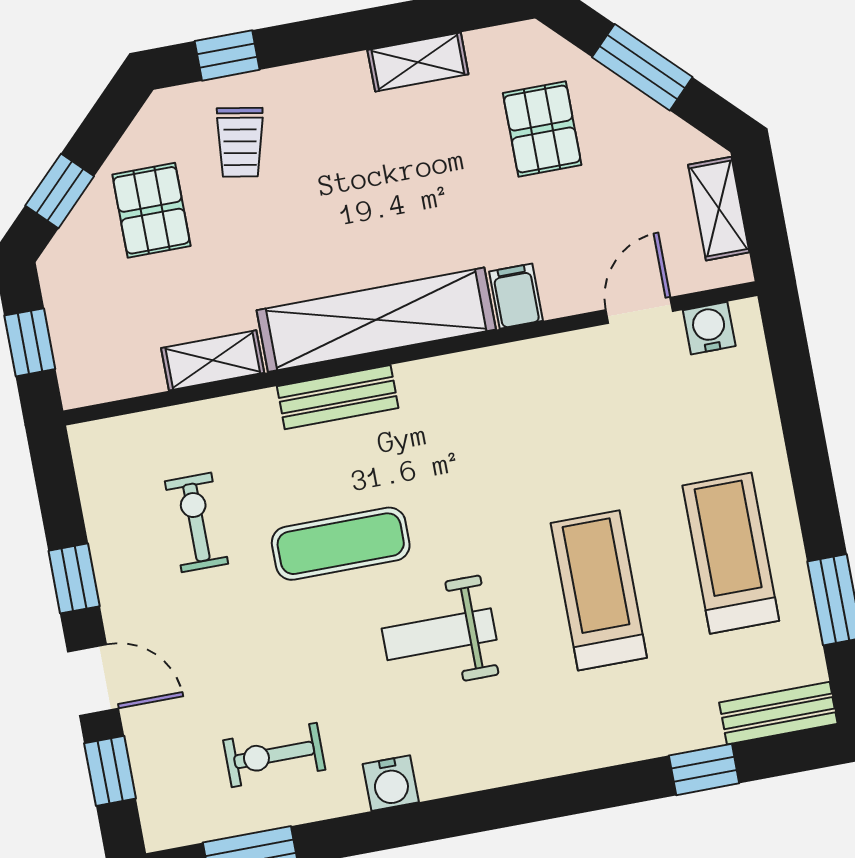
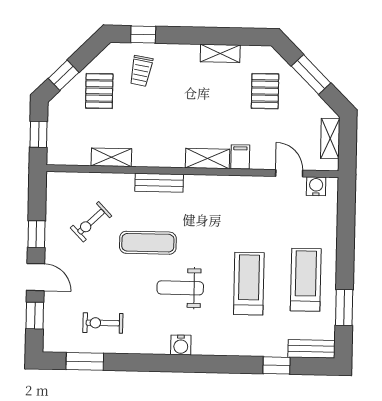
door: (639, 310) -> (289, 173), hinge flipped
shelving: (376, 320) -> (208, 158), width x0.45, depth x0.75
exercise bike: (196, 522) -> (91, 222), turned -134
water cooler: (391, 783) -> (181, 345), moved

